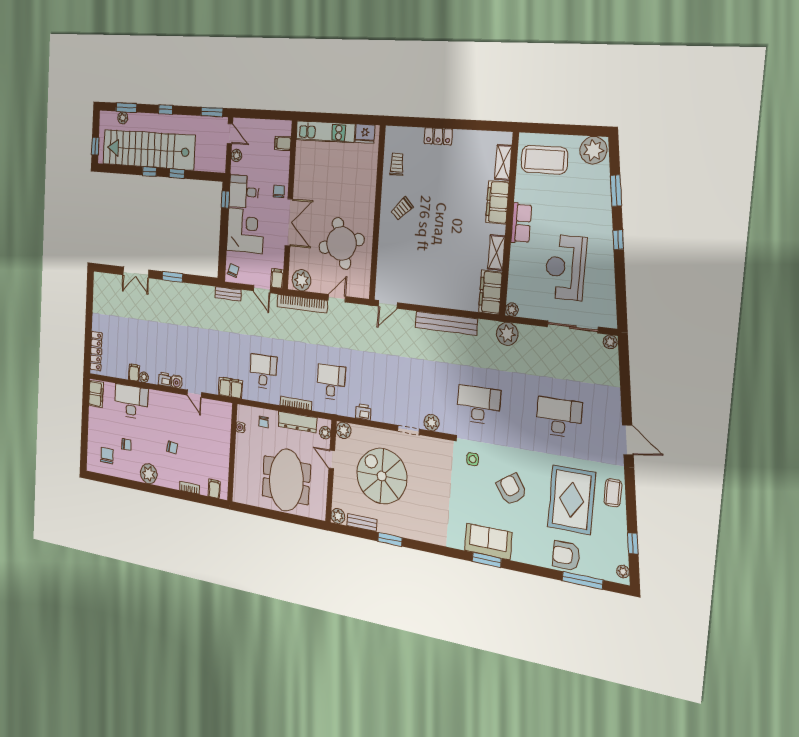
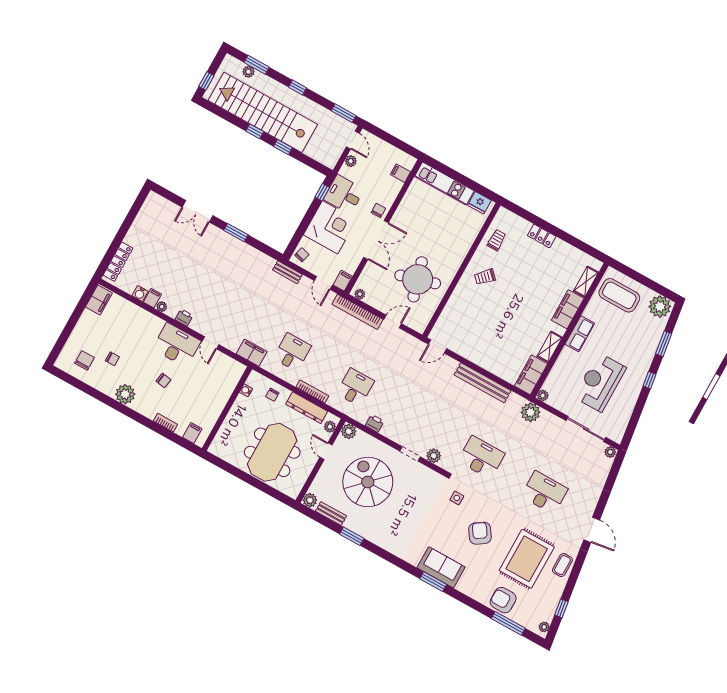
plant: (302, 280) -> (360, 294), width x0.53, depth x0.53
water cooler: (177, 382) -> (140, 293), moved
desk: (131, 402) -> (177, 345), moved

